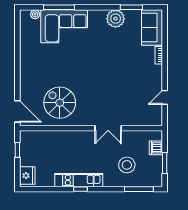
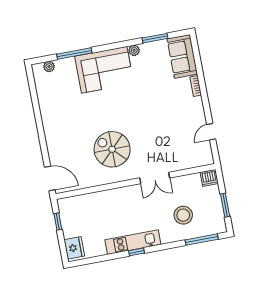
plant: (116, 19) -> (134, 50), width x0.53, depth x0.53
corner sofa: (64, 26) -> (104, 70), moved
spiral stairs: (60, 103) -> (112, 149), moved
dishwasher: (156, 148) -> (209, 178), moved, turned -90

